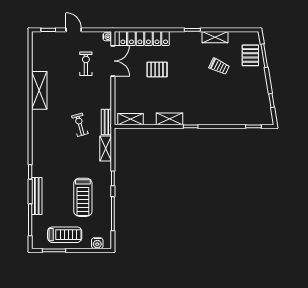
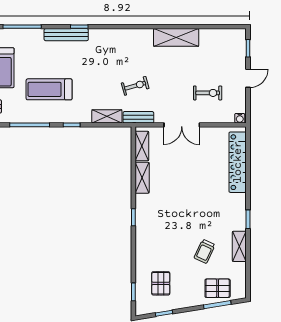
double door: (113, 61) -> (182, 125), moved
pallet: (157, 69) -> (161, 283), moved
shelving: (169, 119) -> (142, 178), moved
bench: (37, 196) -> (66, 35), moved

